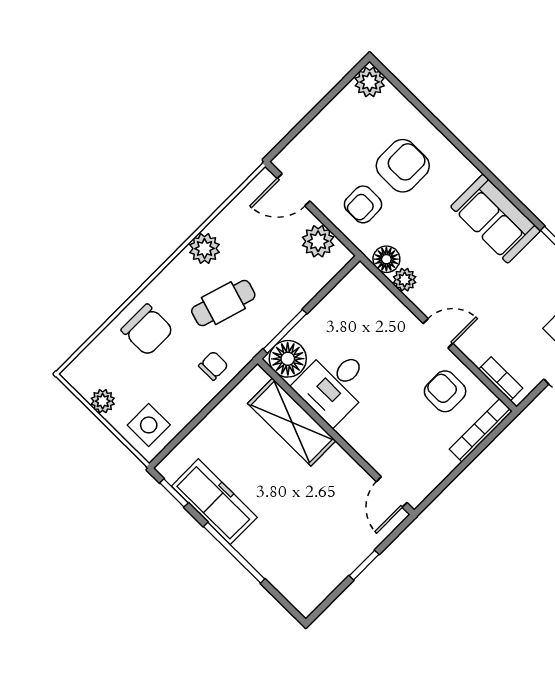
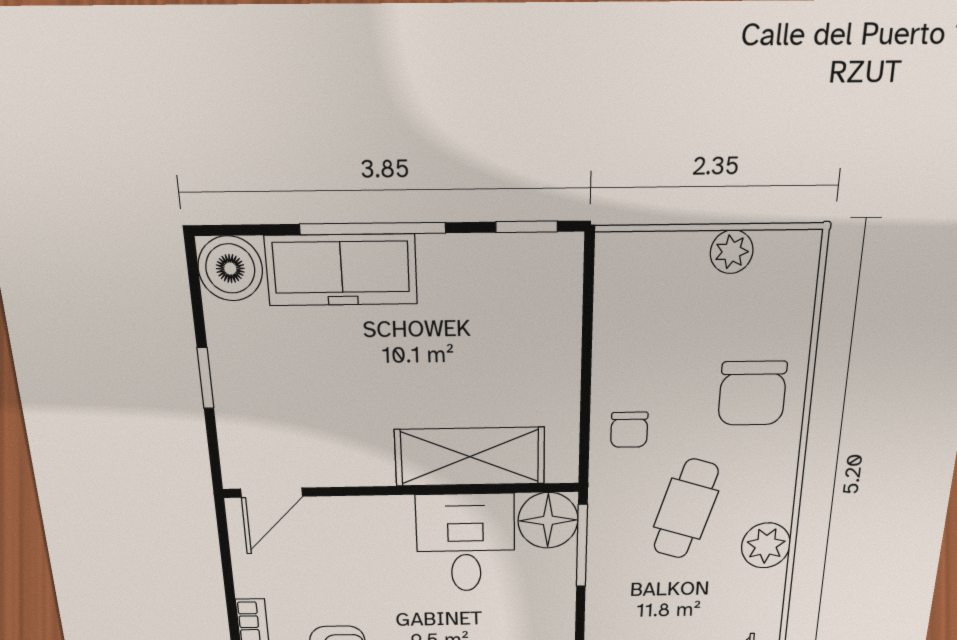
chair: (147, 330) -> (752, 393), turned -90
side table: (149, 425) -> (643, 281), removed
door: (392, 492) -> (272, 493), swing flipped
freezer: (214, 502) -> (341, 270), moved
boiler: (306, 595) -> (230, 269), added

